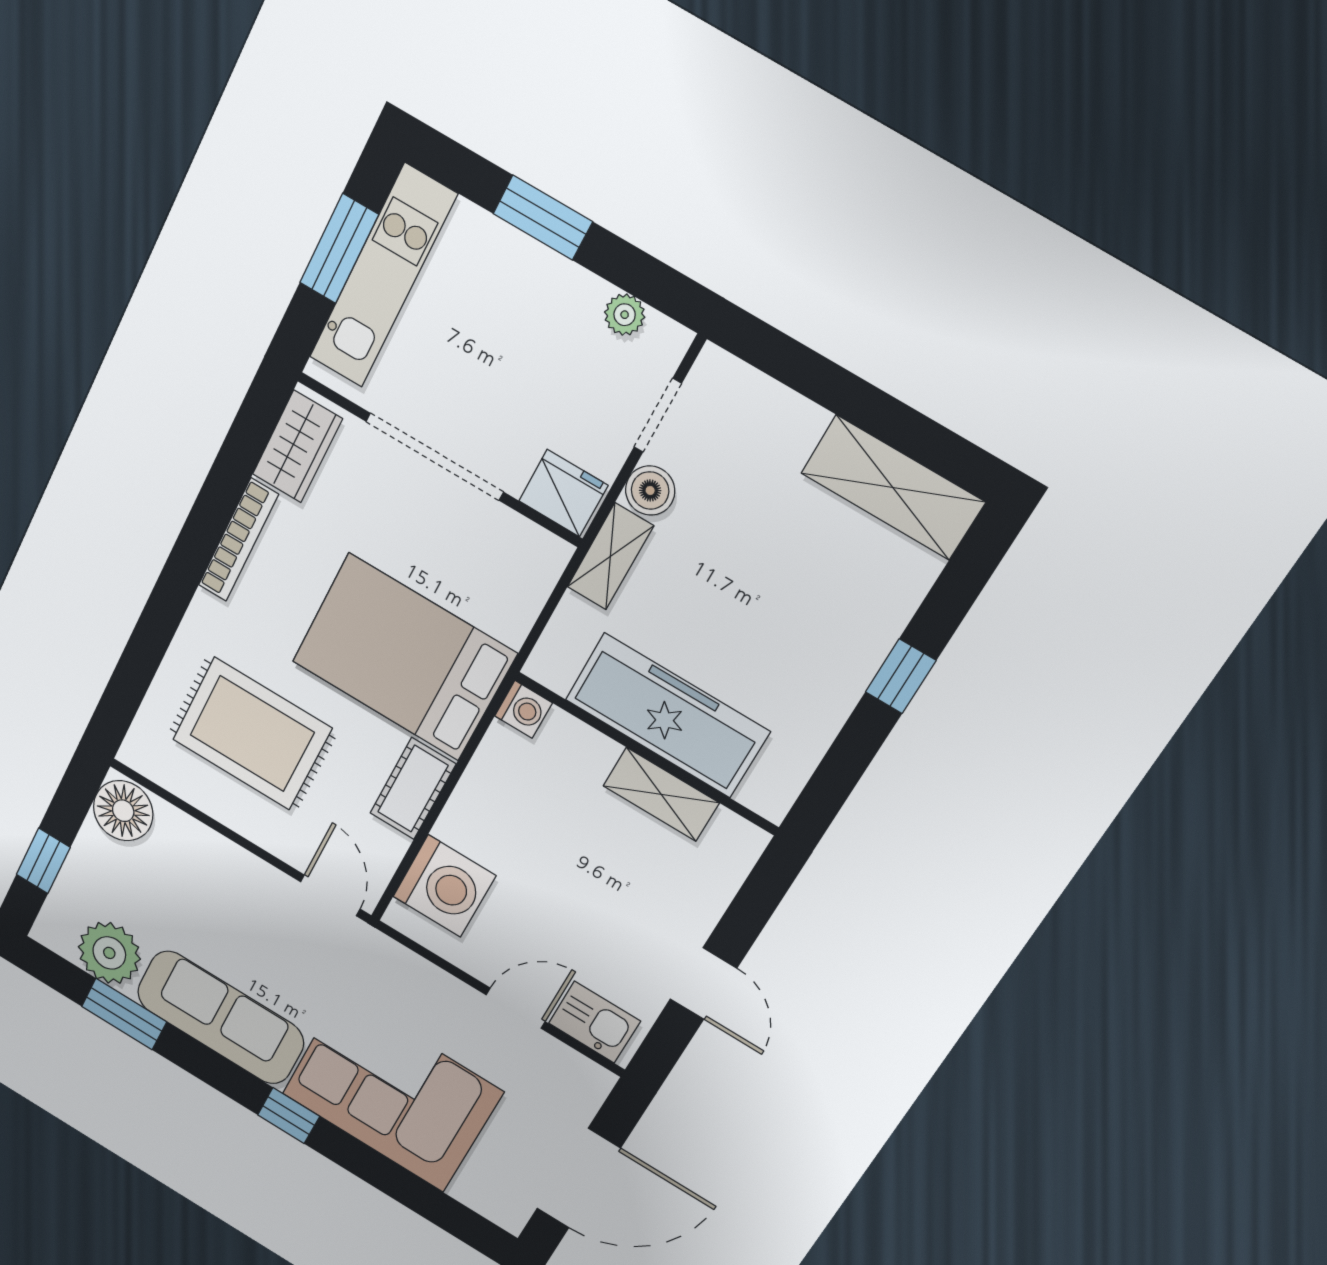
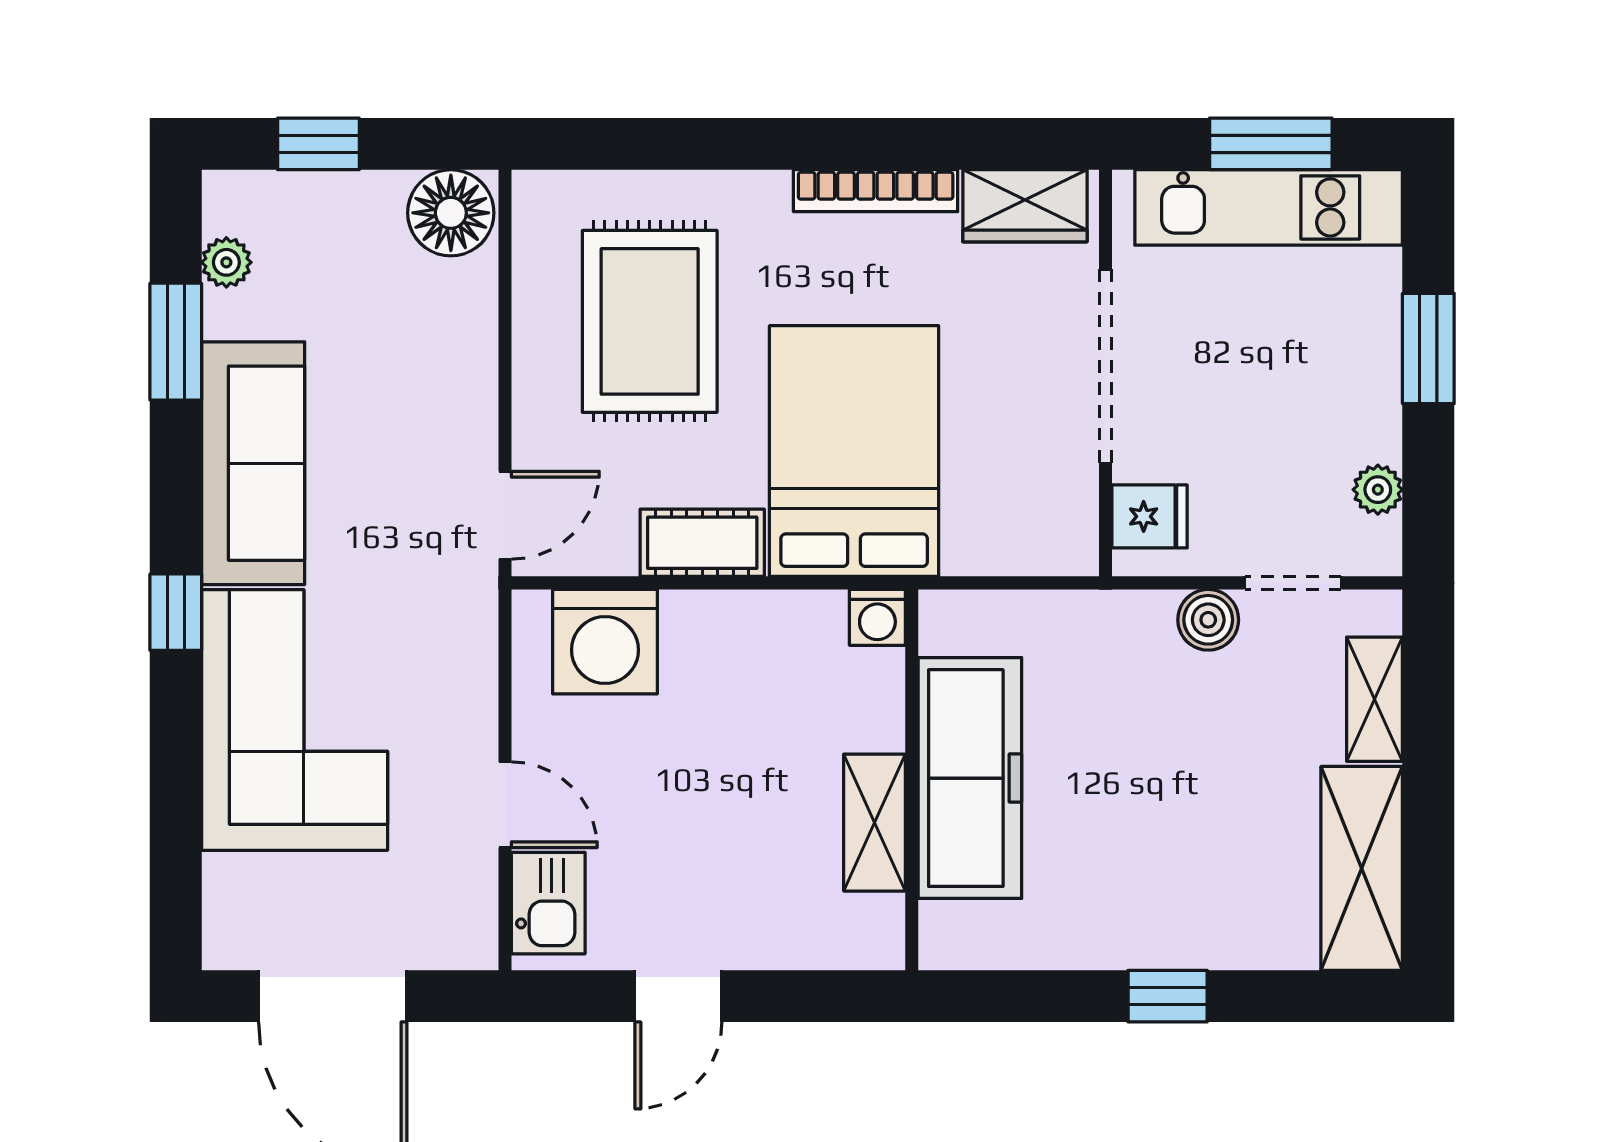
fridge: (563, 493) -> (1150, 516), width x0.72
shelving: (610, 556) -> (1375, 699), moved, turned 90
plant: (109, 953) -> (226, 262), width x0.53, depth x0.53

